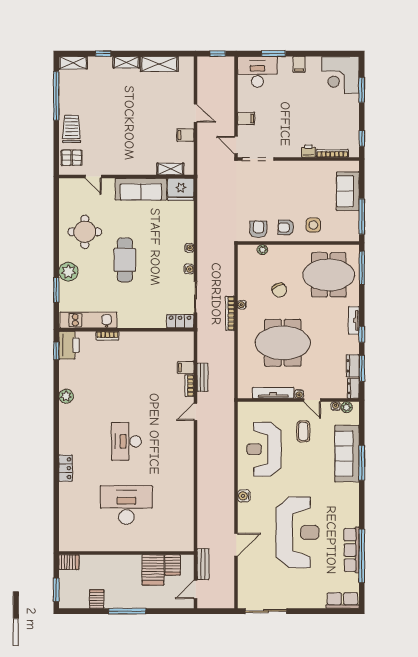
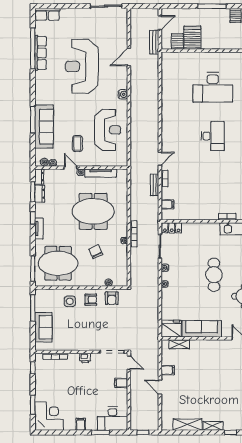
printer: (308, 151) -> (85, 358), moved
filing cabinet: (186, 368) -> (167, 204), moved

